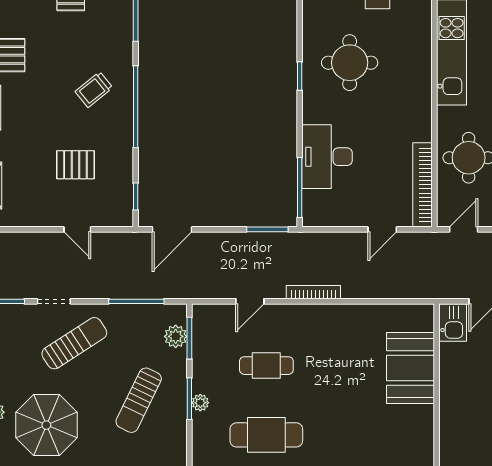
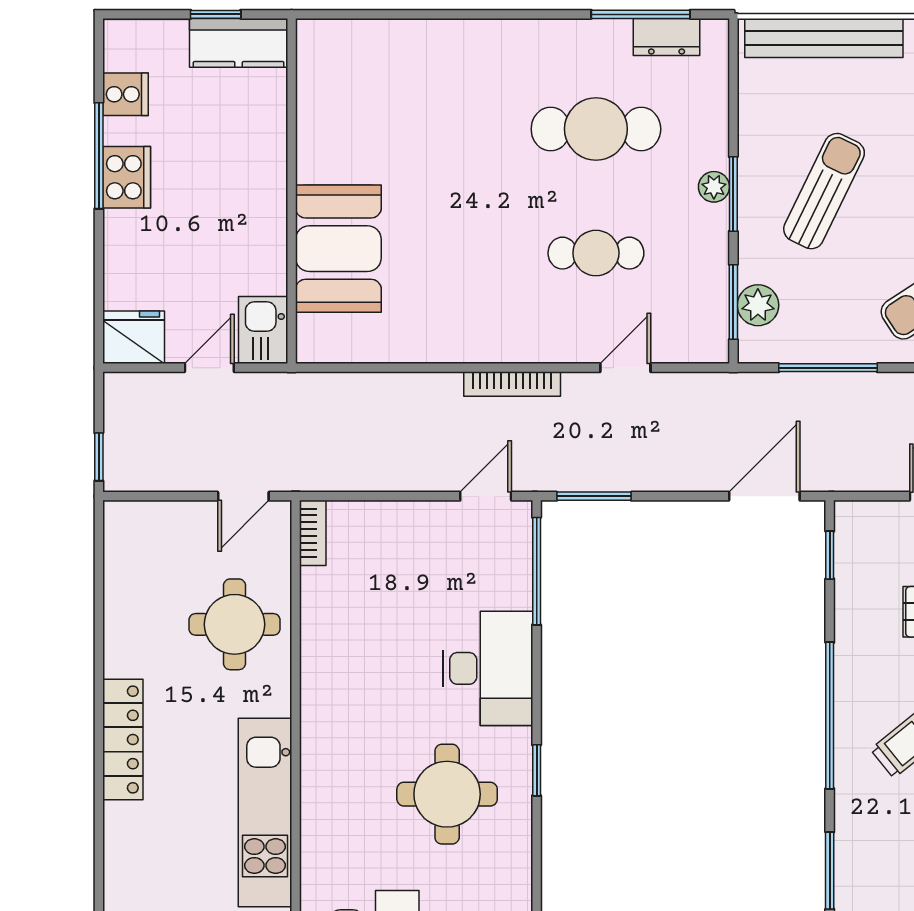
desk: (327, 157) -> (488, 668), moved
bookcase: (423, 185) -> (313, 533), width x0.43, depth x0.76
door: (382, 229) -> (486, 496), moved

